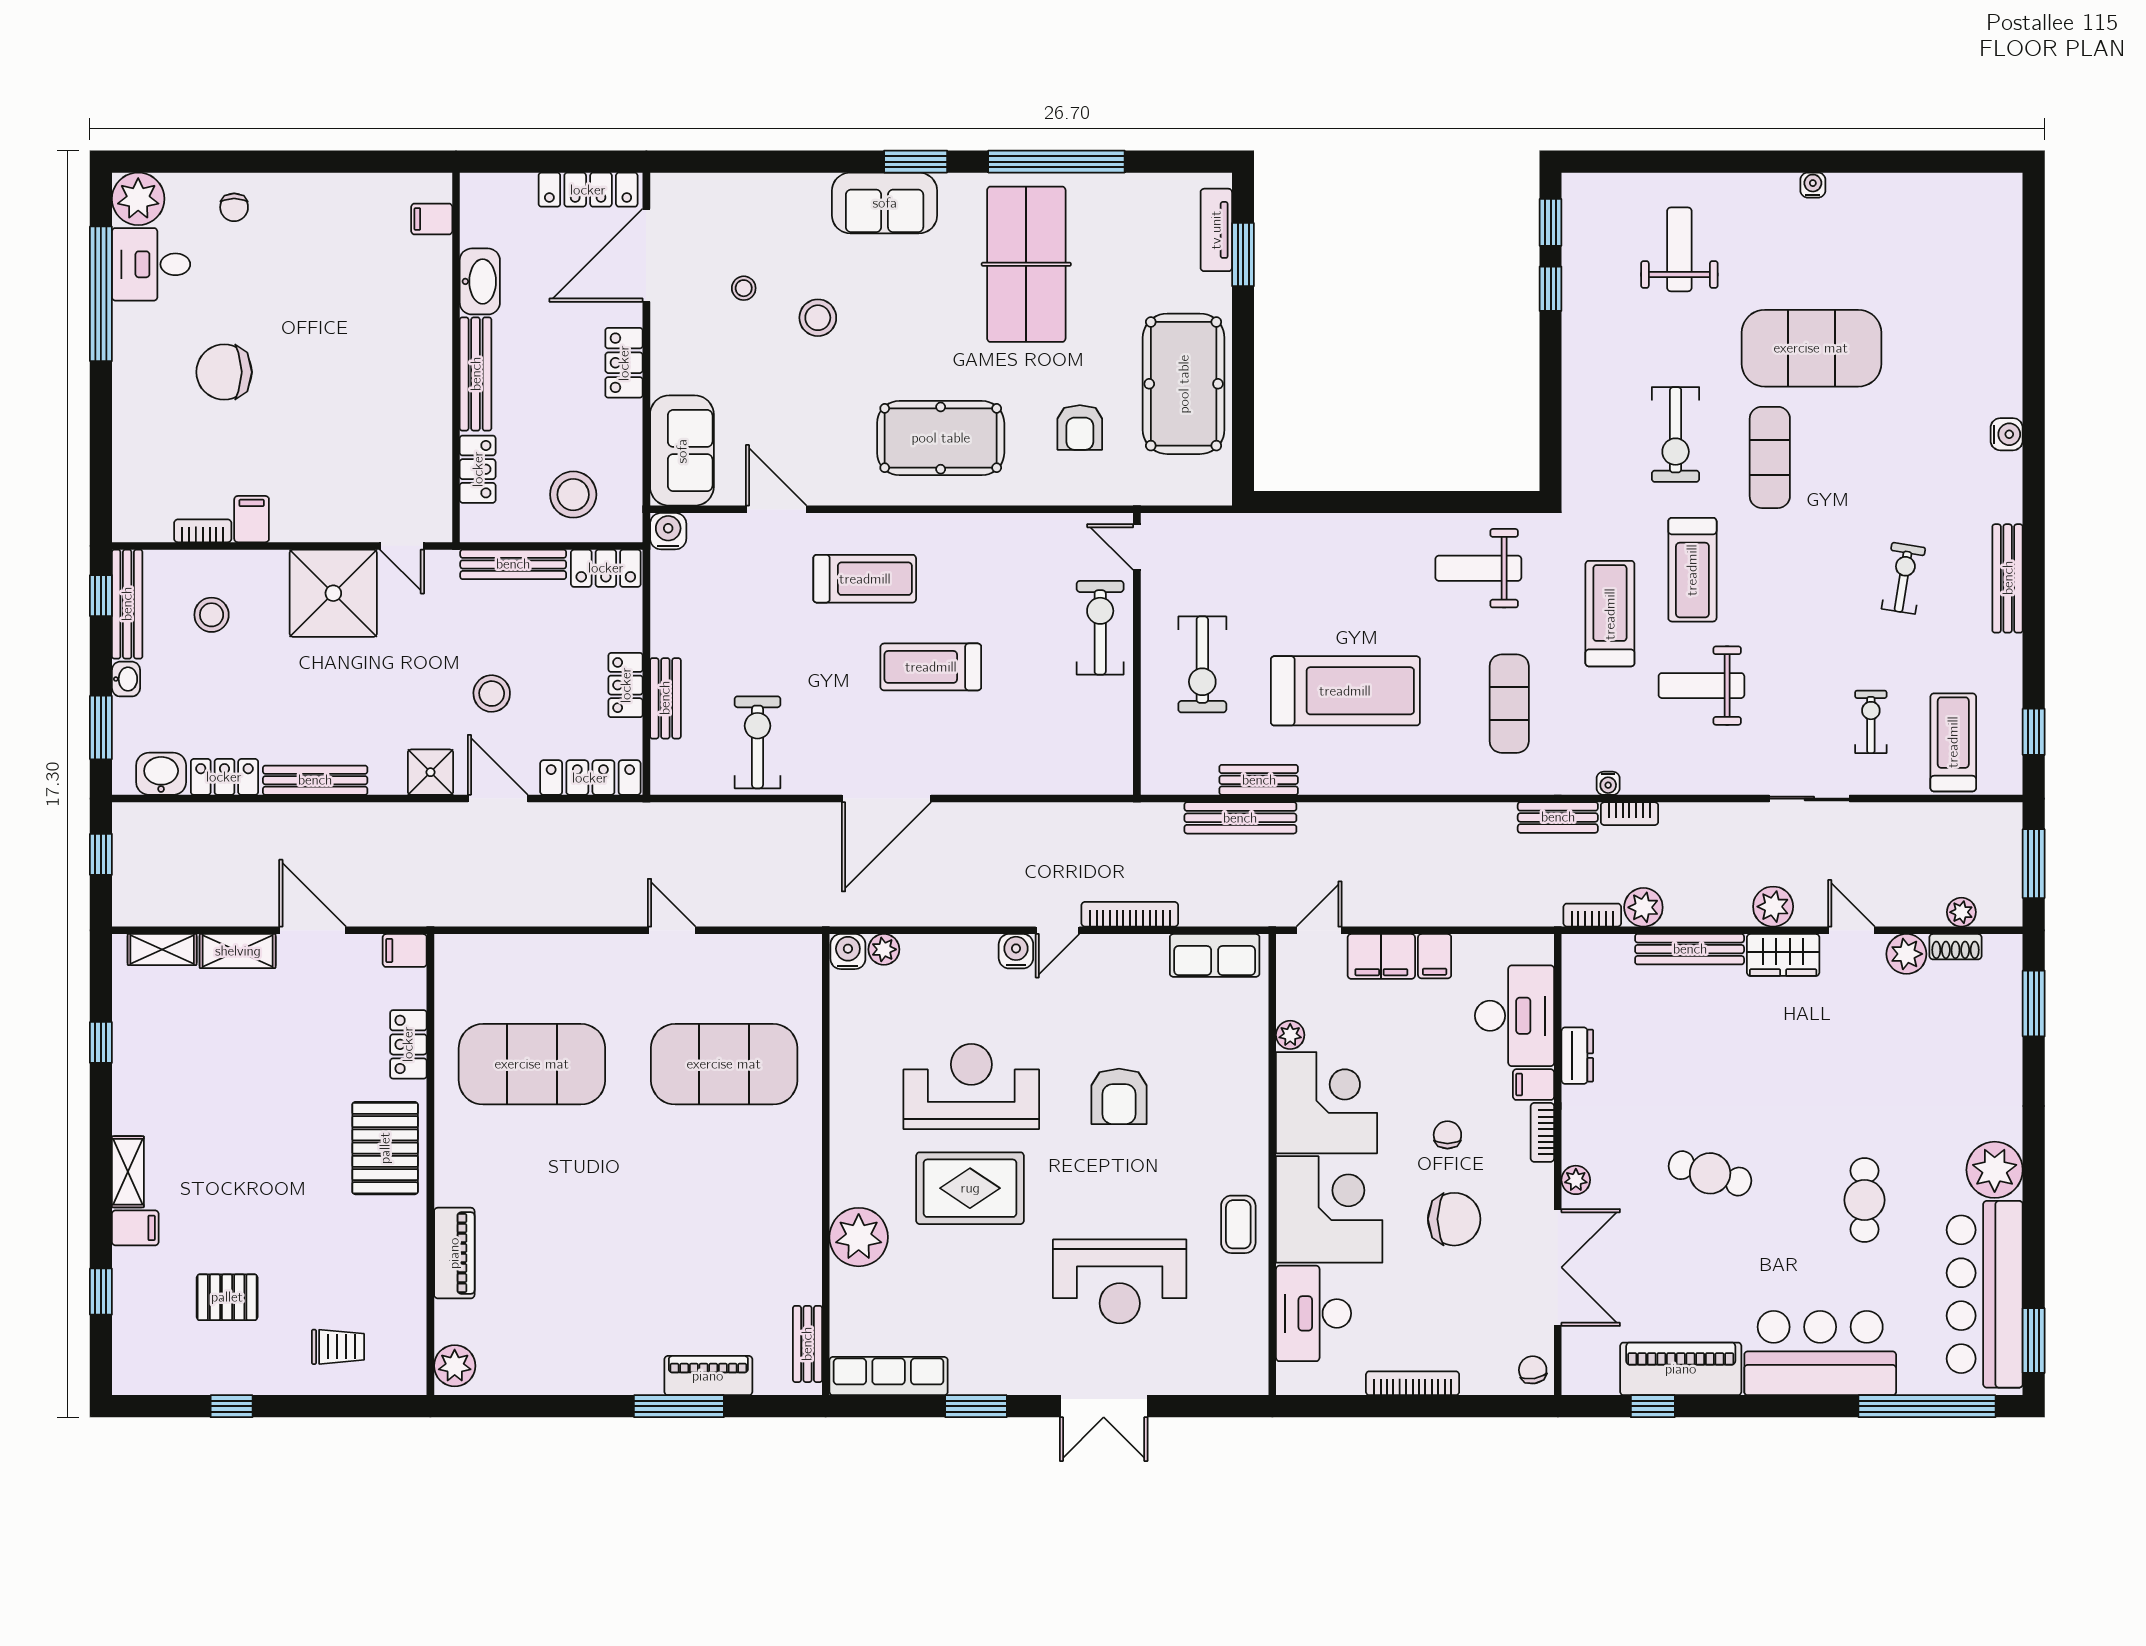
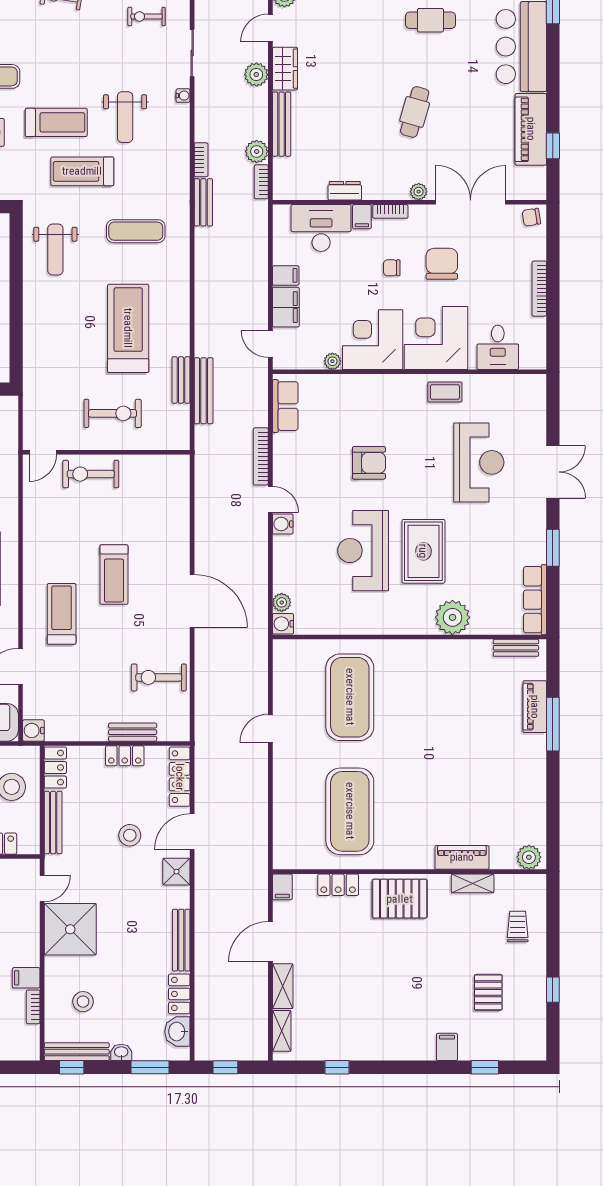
water cooler: (1608, 783) -> (183, 96), moved
shelving: (128, 1172) -> (473, 883), moved
desk: (1314, 1313) -> (498, 347), width x0.73

